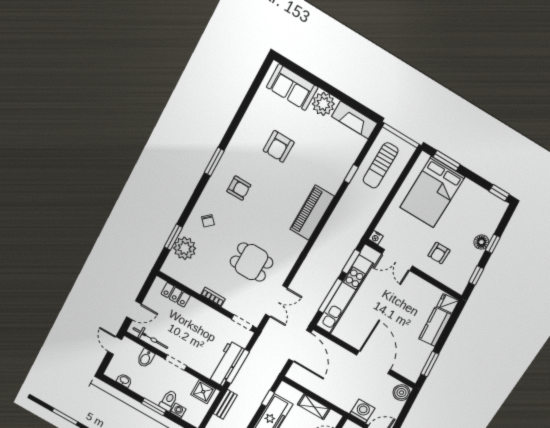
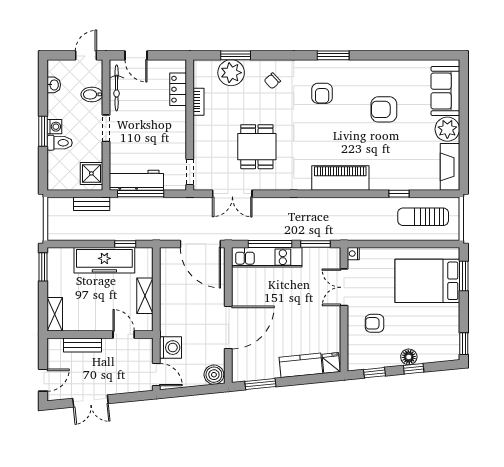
kitchen unit: (345, 295) -> (267, 257), width x0.73
bookcase: (213, 297) -> (198, 102), moved
door: (300, 346) -> (200, 244), hinge flipped
washing machine: (178, 411) -> (54, 127), moved

